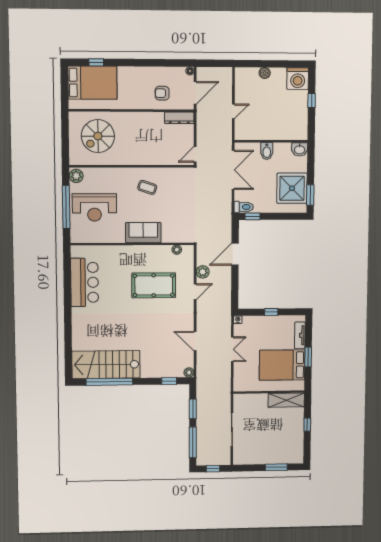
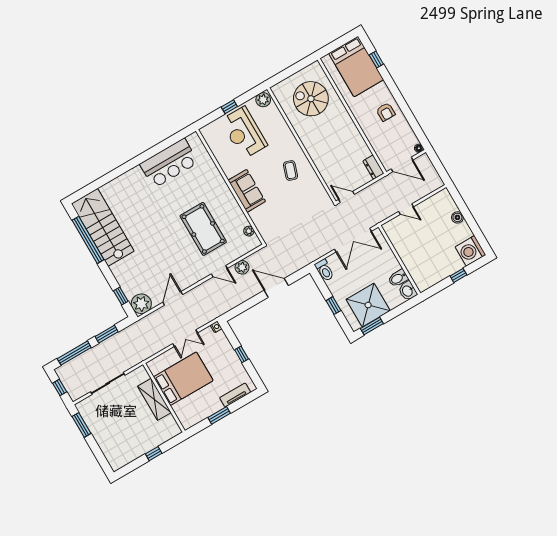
armchair: (162, 93) -> (386, 112), moved, turned 180
dresser: (179, 118) -> (373, 167), width x0.70
bidet: (267, 151) -> (398, 278), moved
window: (66, 207) -> (229, 107), width x0.32
window: (252, 216) -> (333, 306), moved
bed: (282, 365) -> (183, 379), moved, turned 90
plant: (189, 373) -> (141, 304), width x1.88, depth x1.88
shelving: (286, 400) -> (154, 399), moved
window: (276, 467) -> (82, 425), moved

